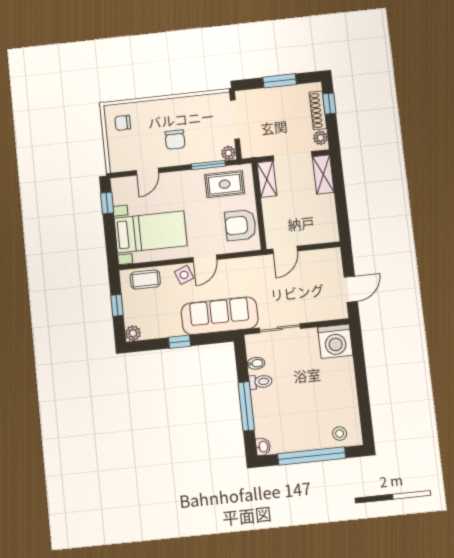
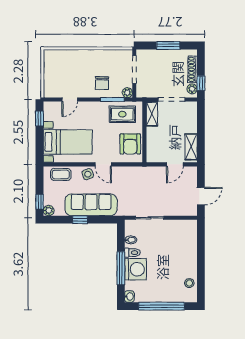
window: (329, 104) -> (201, 83), moved
chair: (123, 123) -> (56, 63), removed
chair: (175, 140) -> (102, 83), moved
shelving: (323, 175) -> (191, 147), moved
armchair: (240, 225) -> (130, 144), turned -90
door: (285, 250) -> (175, 164), moved
door: (205, 259) -> (103, 164), hinge flipped
window: (117, 305) -> (40, 202), moved
sofa: (220, 316) -> (91, 205), moved
washing machine: (335, 341) -> (136, 269), moved, turned -90
stool: (340, 434) -> (189, 283), moved

